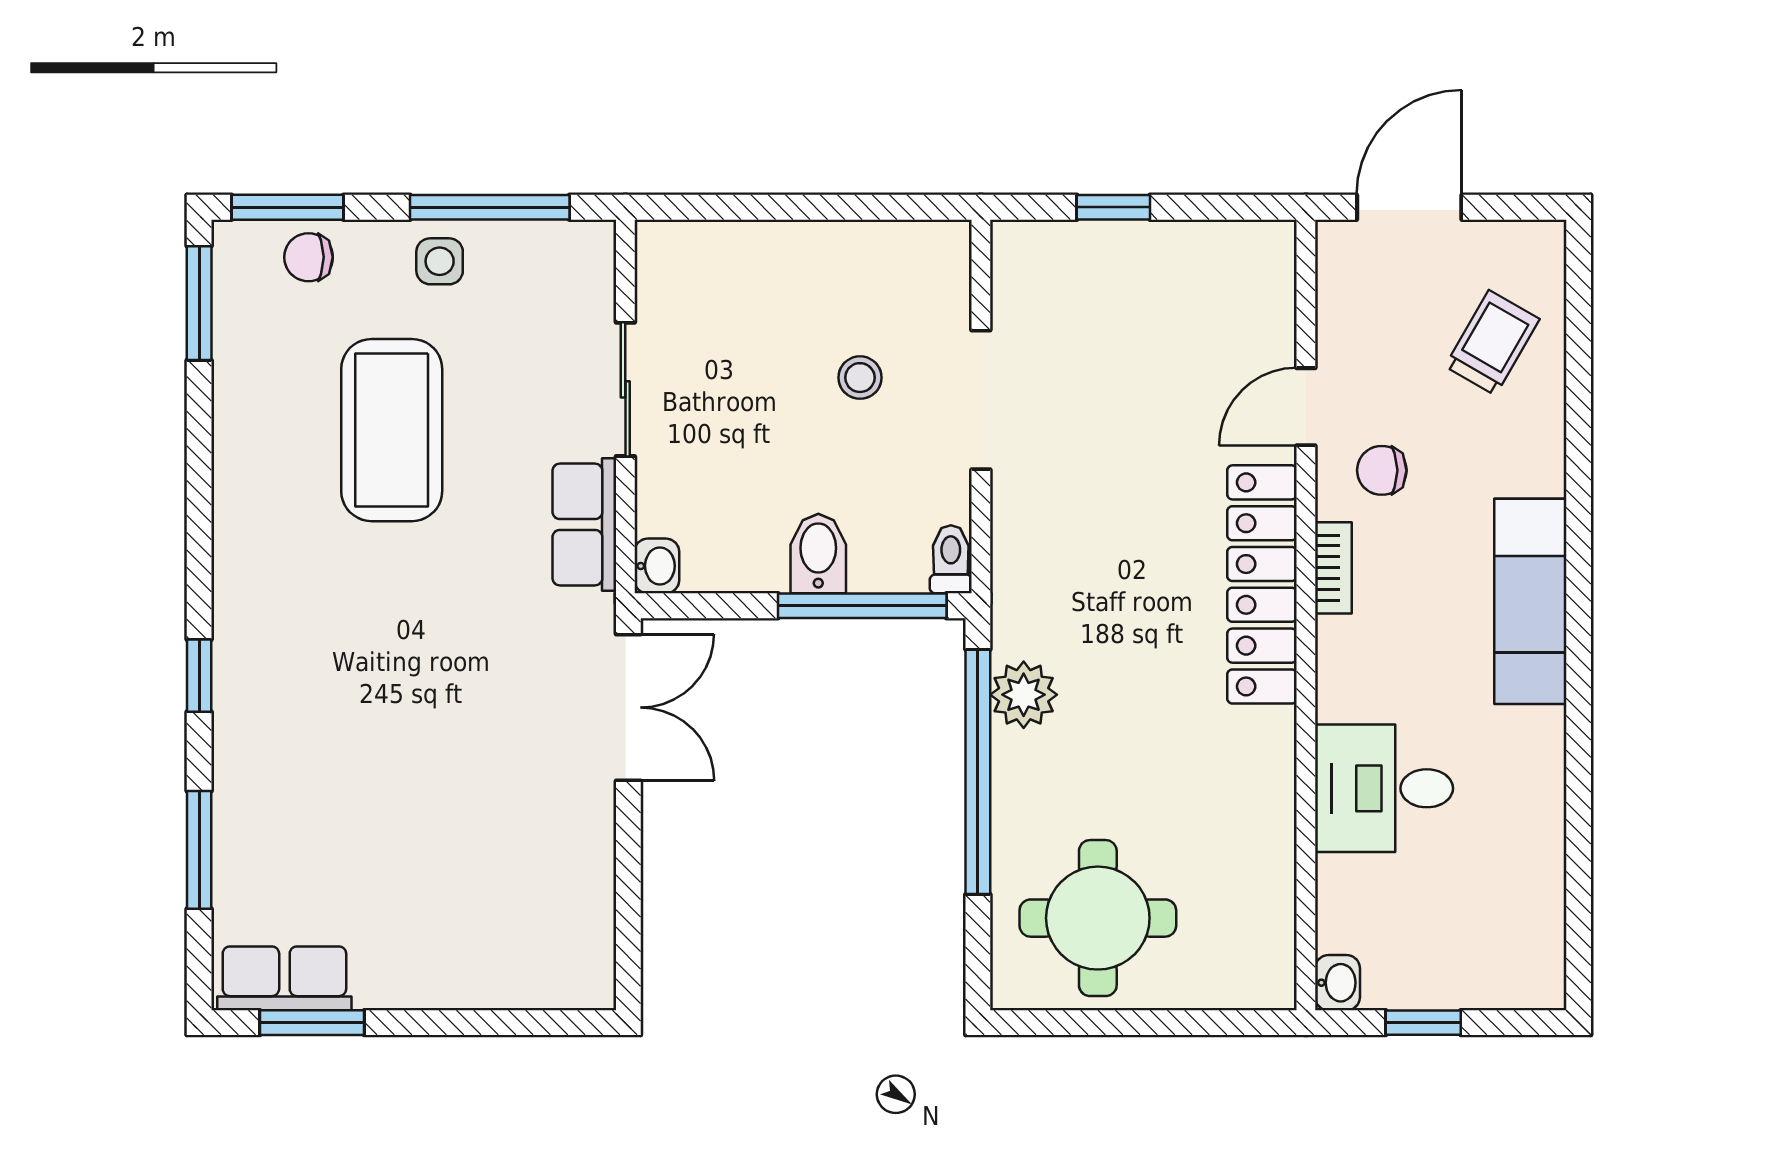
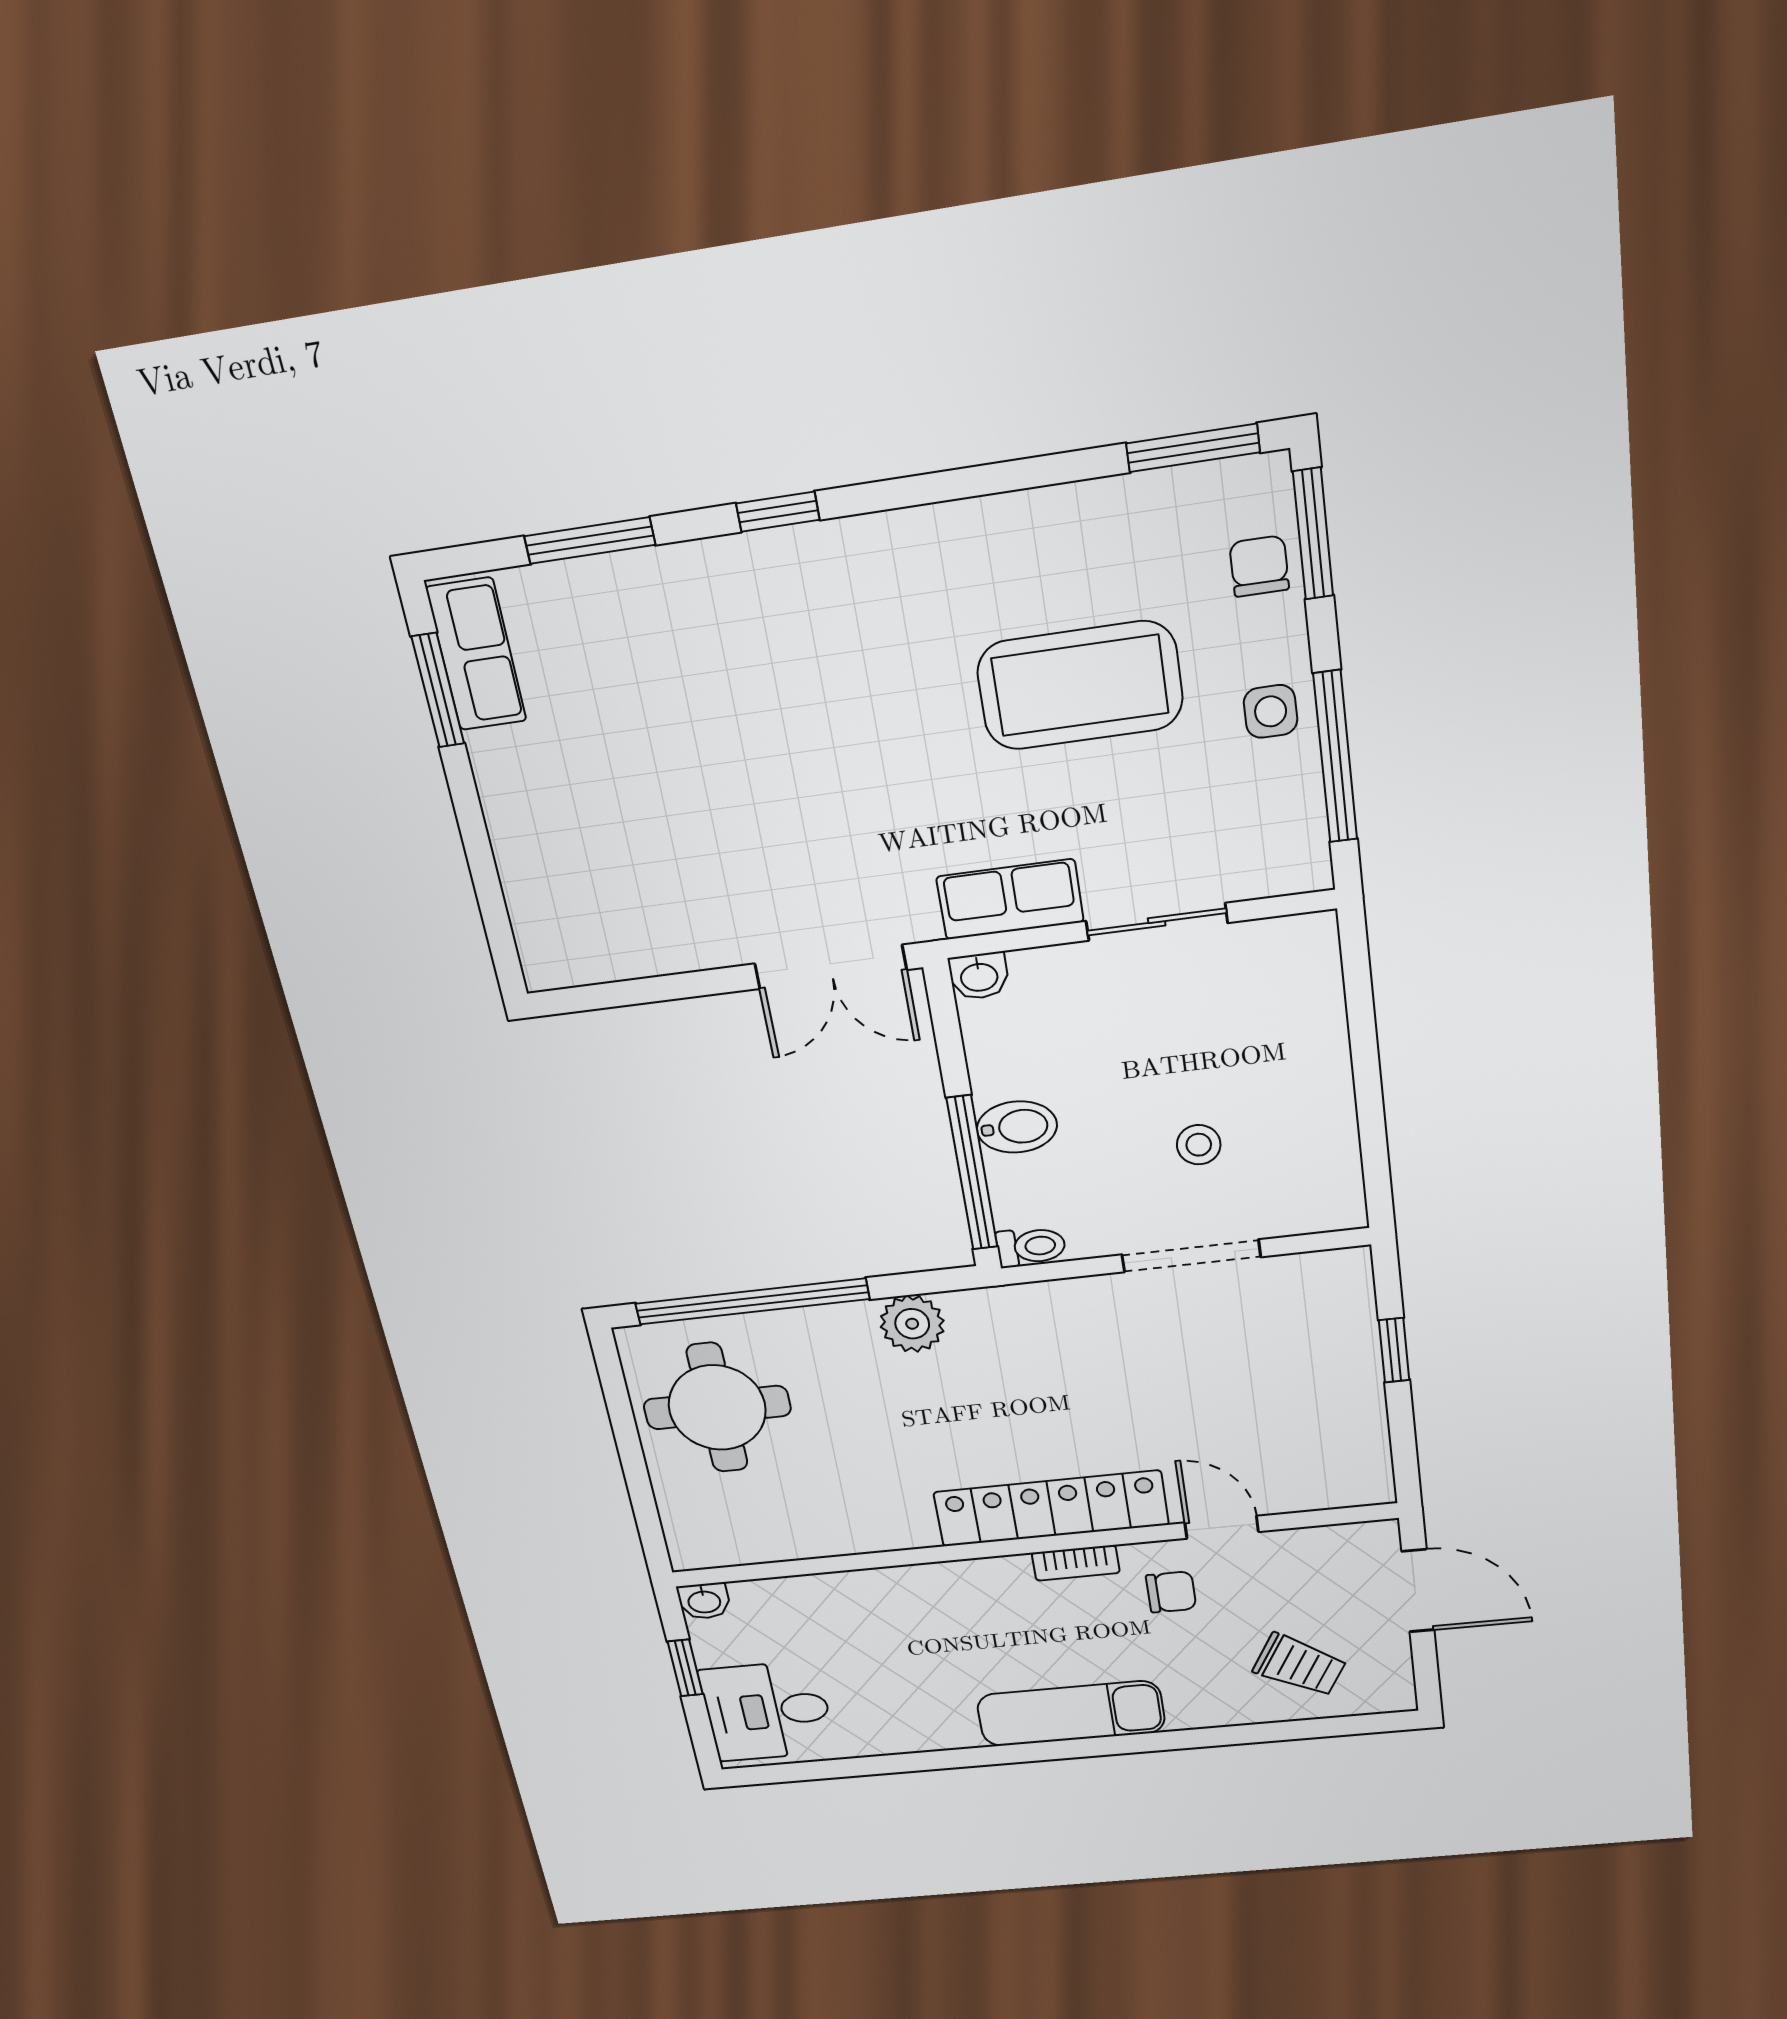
chair: (1382, 470) -> (1171, 1592), turned 90
window: (978, 772) -> (752, 1301), moved
desk: (1384, 788) -> (767, 1711), moved, turned -90

